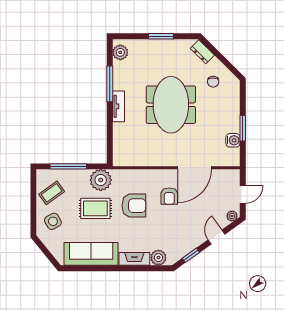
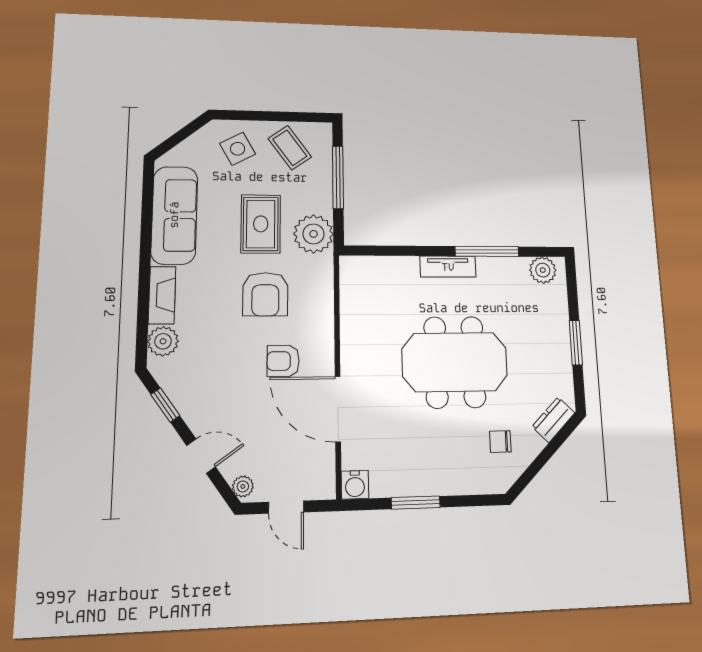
water cooler: (233, 140) -> (355, 485), moved

